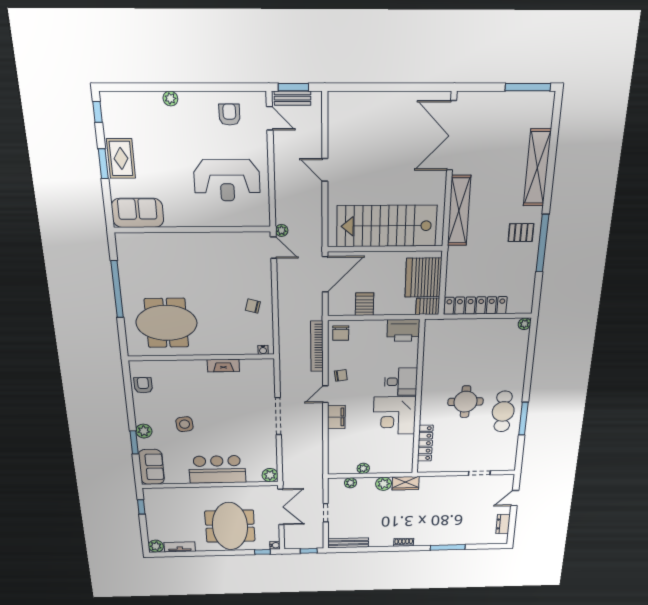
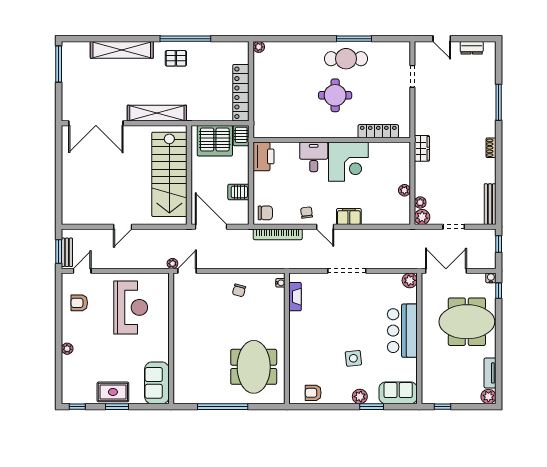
pallet: (521, 233) -> (176, 58), turned 90
fireplace: (223, 366) -> (295, 297), moved
plant: (384, 484) -> (422, 217), moved

